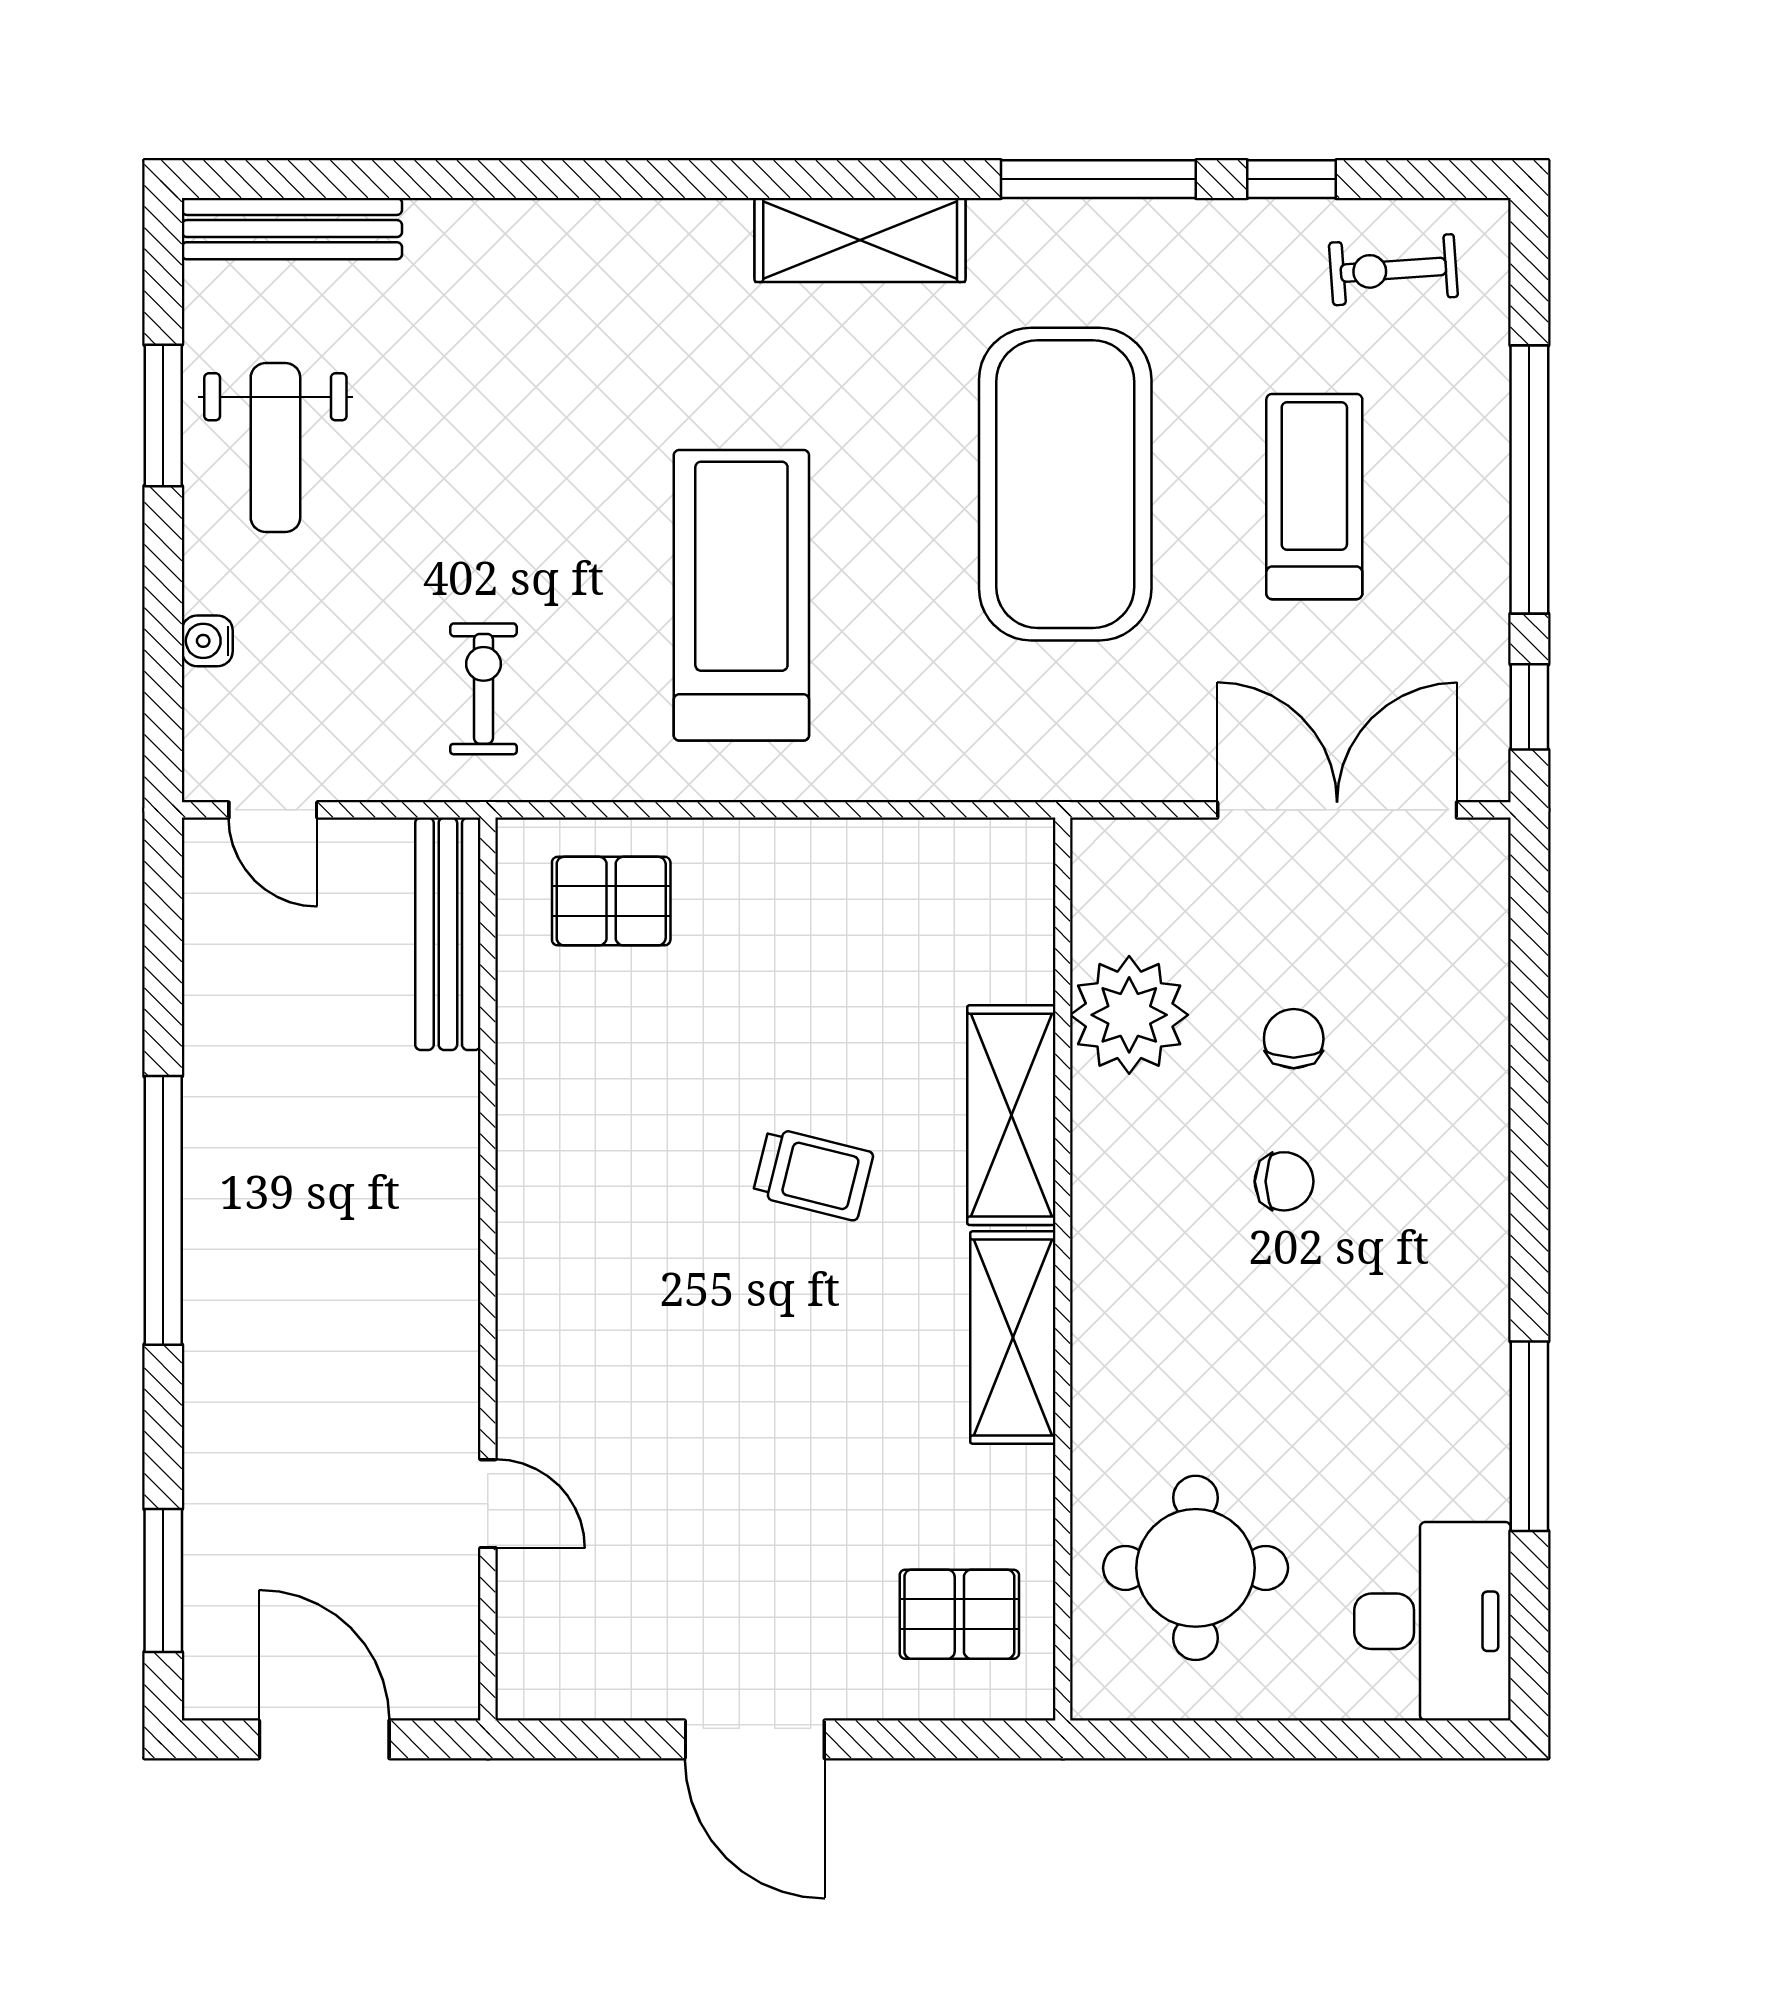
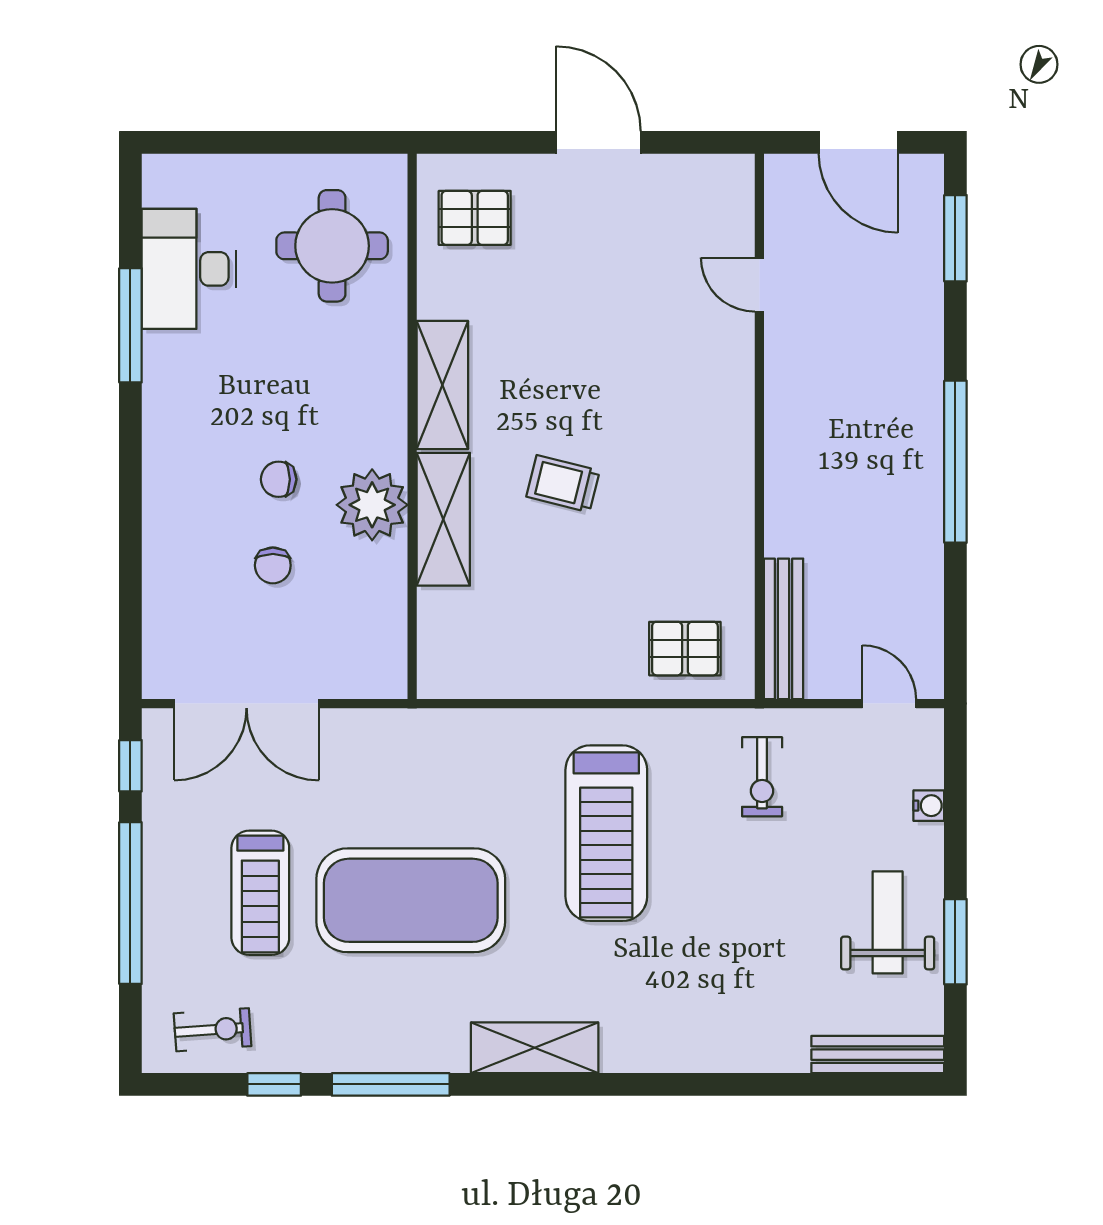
exercise mat: (1065, 484) -> (411, 900), turned 90
plant: (1129, 1015) -> (372, 505), moved
desk: (1433, 1621) -> (189, 269), moved

